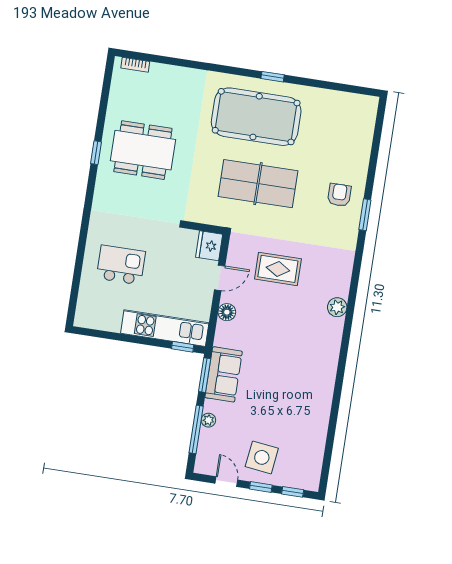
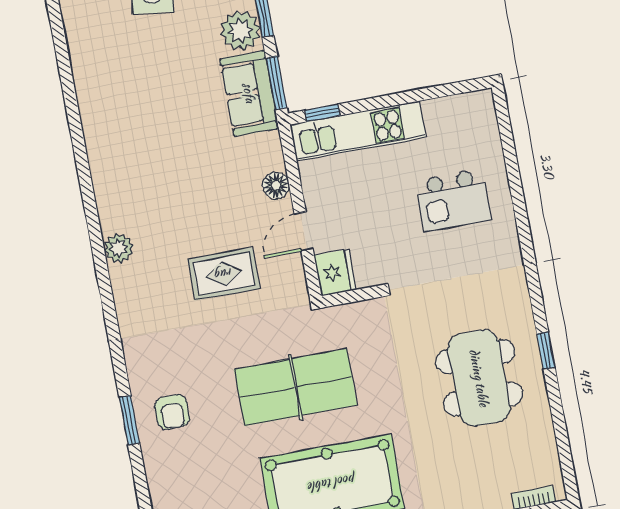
dining table: (143, 150) -> (479, 378), turned 90
window: (365, 215) -> (129, 420), moved
plant: (208, 420) -> (240, 31), width x1.88, depth x1.88

